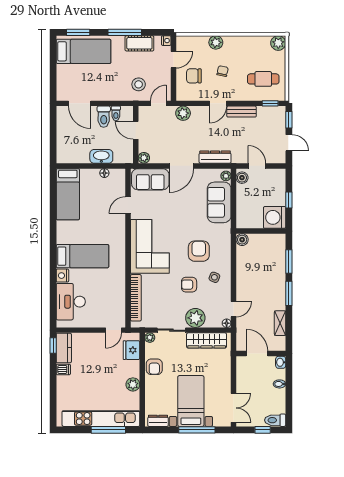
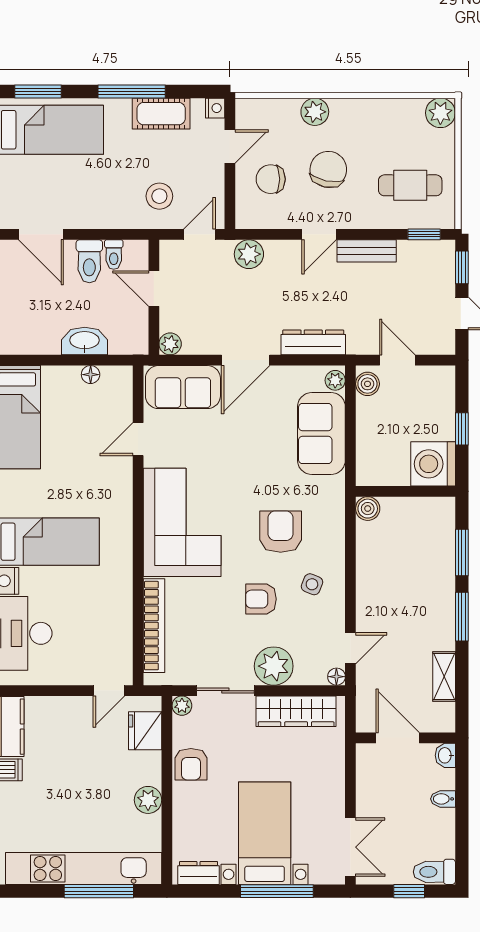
chair: (223, 71) -> (328, 169), width x1.87, depth x1.87

